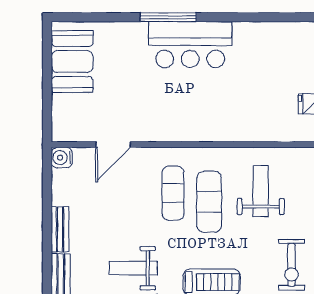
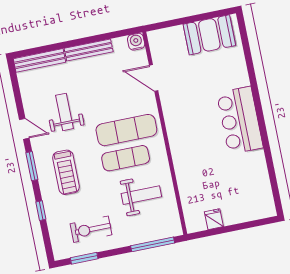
window: (168, 17) -> (257, 100), removed
exercise mat: (173, 193) -> (126, 130), width x1.36, depth x1.45
bench: (60, 229) -> (89, 50), width x1.36

